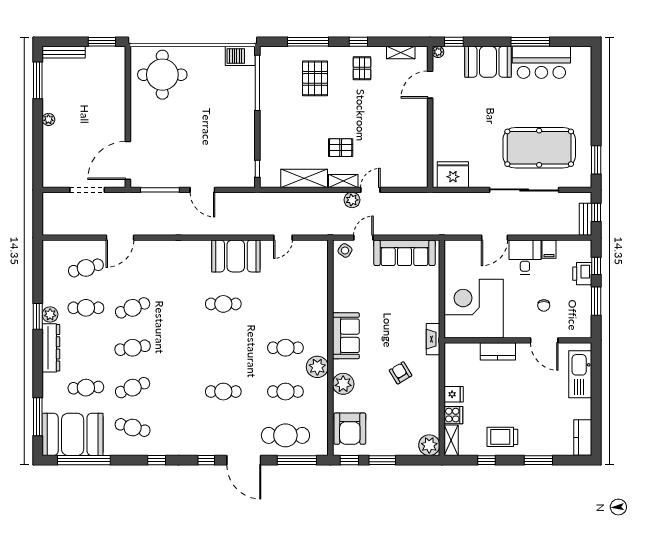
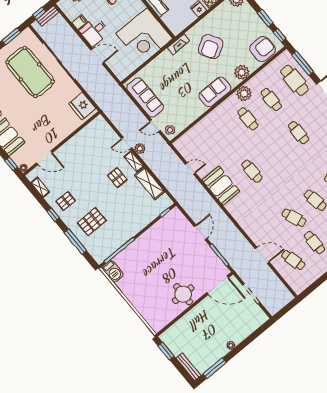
round table: (162, 75) -> (183, 294), moved, width x0.73, depth x0.73
armchair: (401, 373) -> (211, 47), width x1.88, depth x1.88

